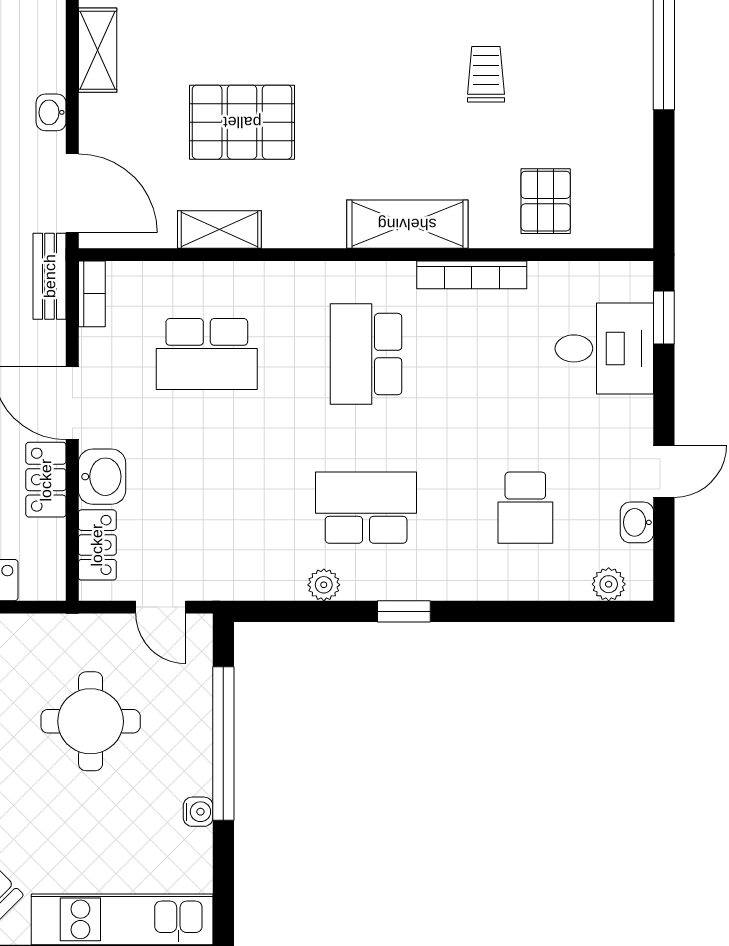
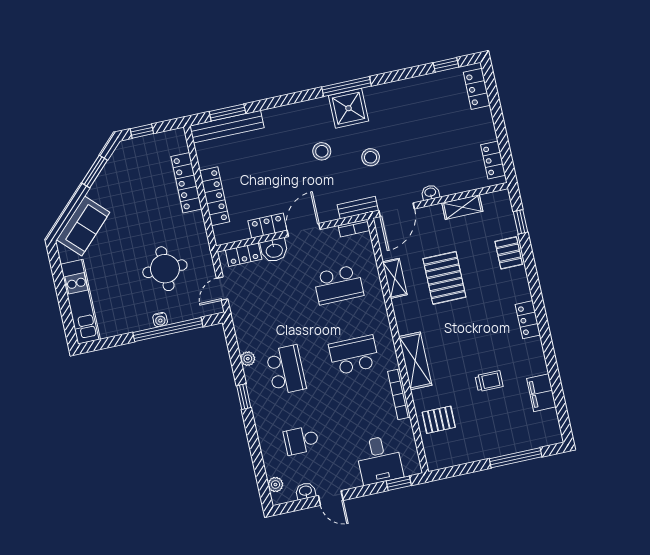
school desk: (207, 354) -> (339, 285), turned -90
water cooler: (198, 812) -> (160, 320), moved

